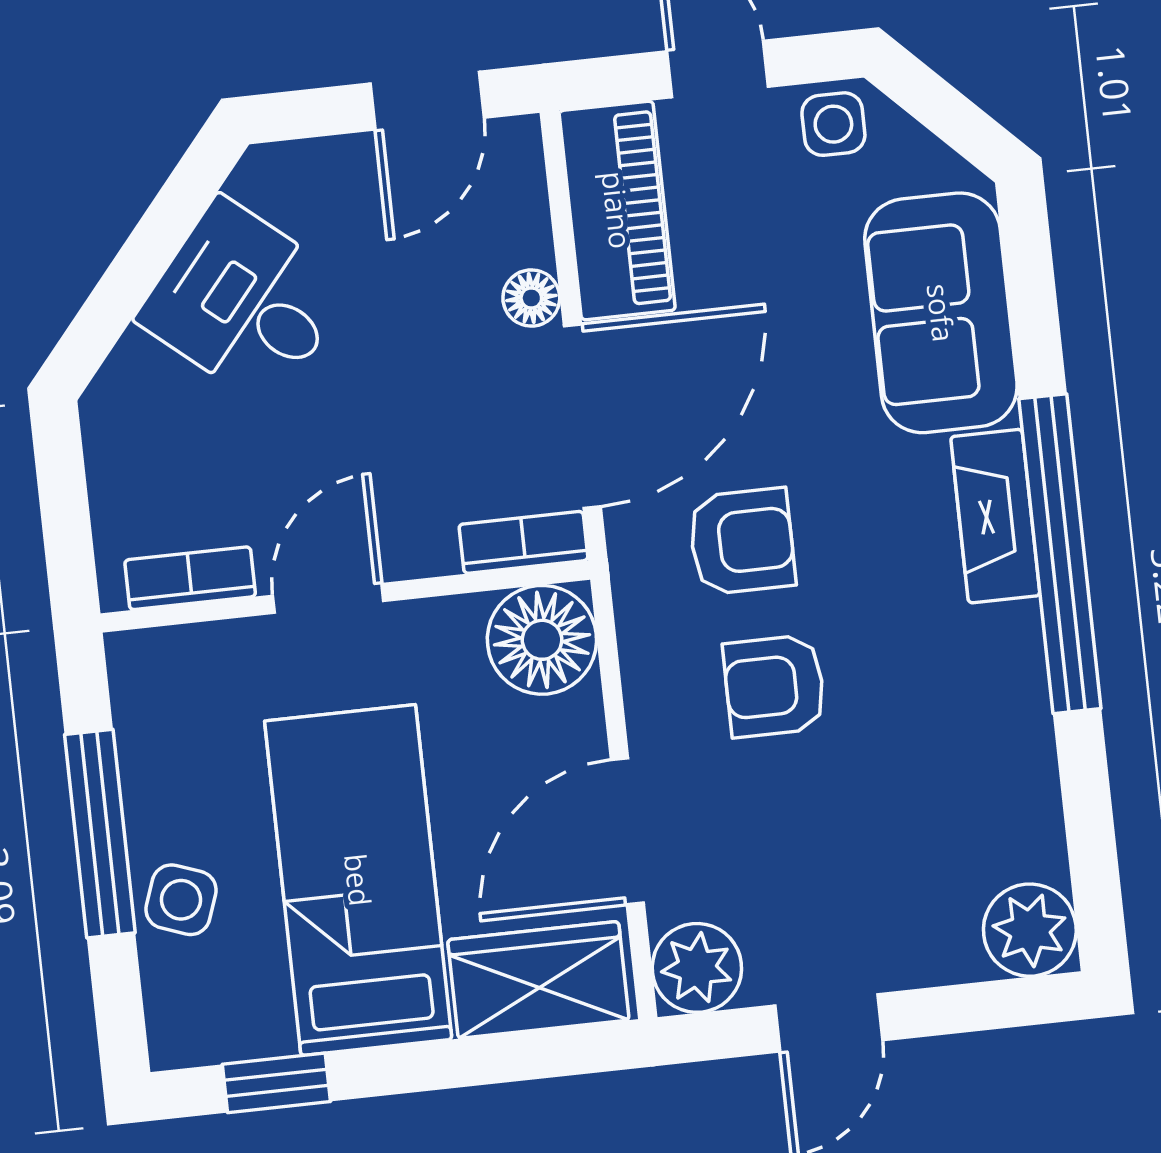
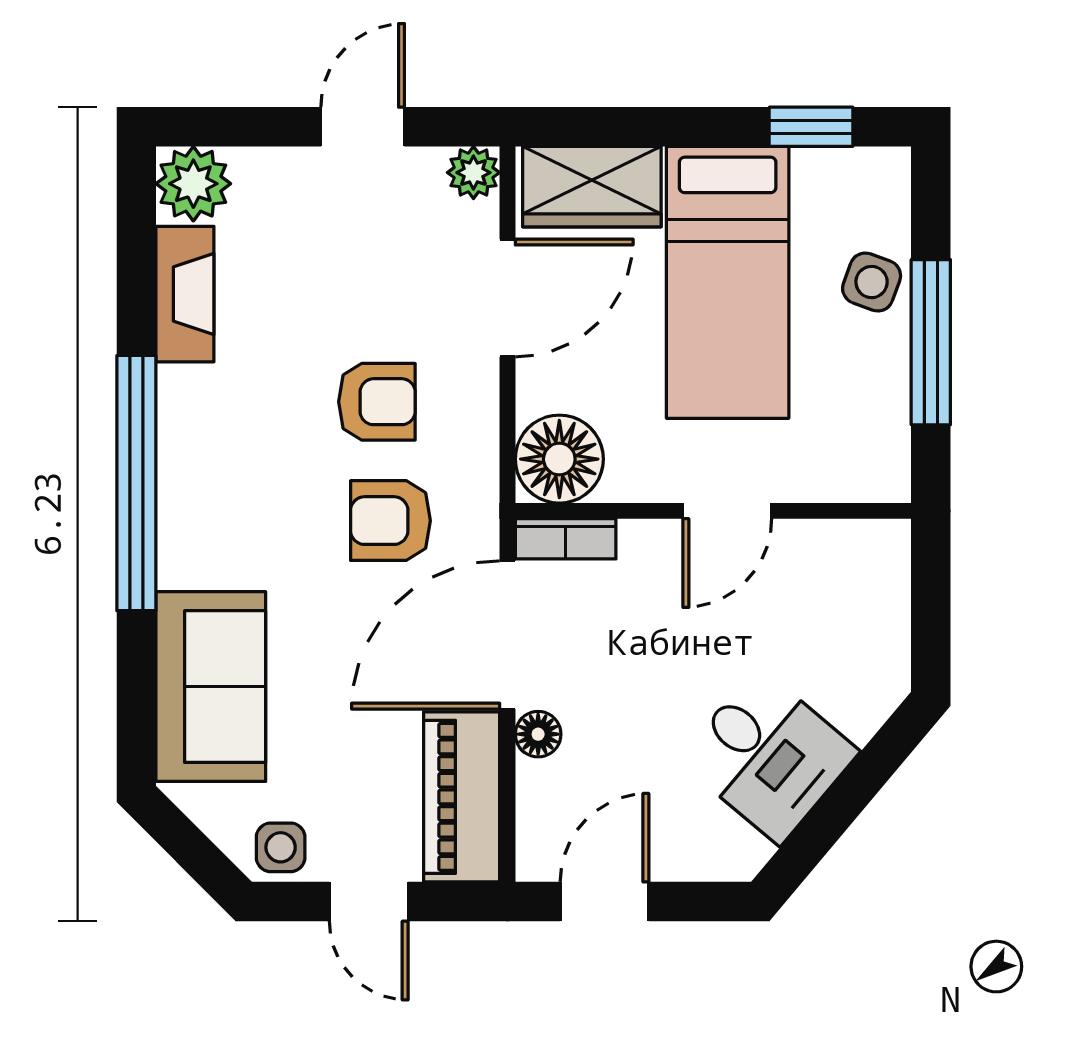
fireplace: (995, 516) -> (185, 294), moved
bookcase: (190, 578) -> (836, 539), removed
plant: (697, 968) -> (473, 173), width x0.73, depth x0.73

